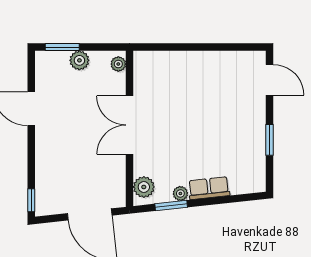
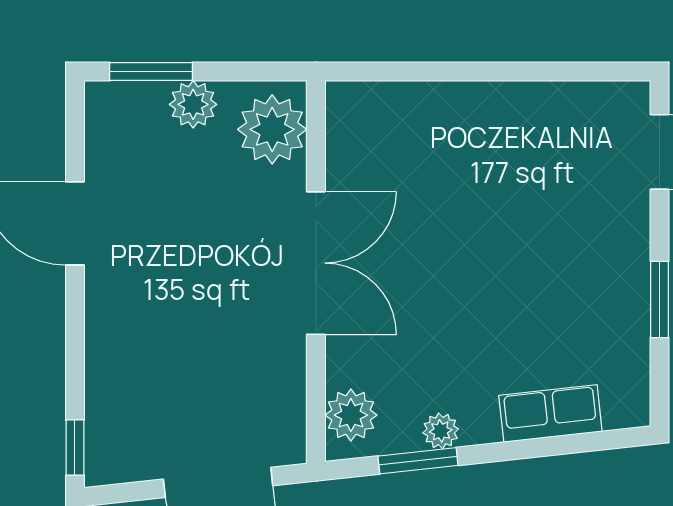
plant: (118, 64) -> (272, 129), width x1.87, depth x1.87
double door: (130, 125) -> (316, 263), swing flipped
row of seats: (209, 188) -> (550, 413), moved

